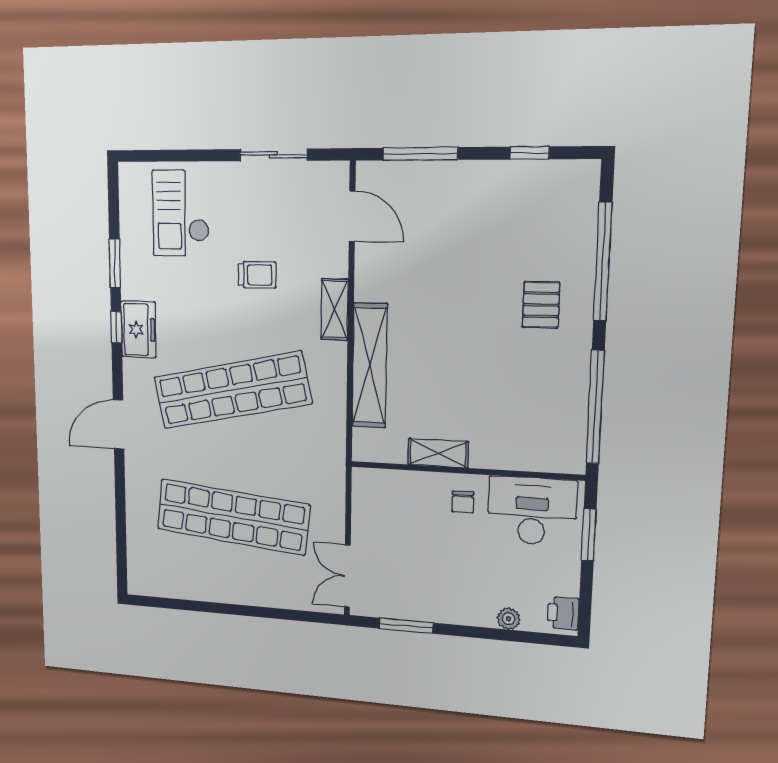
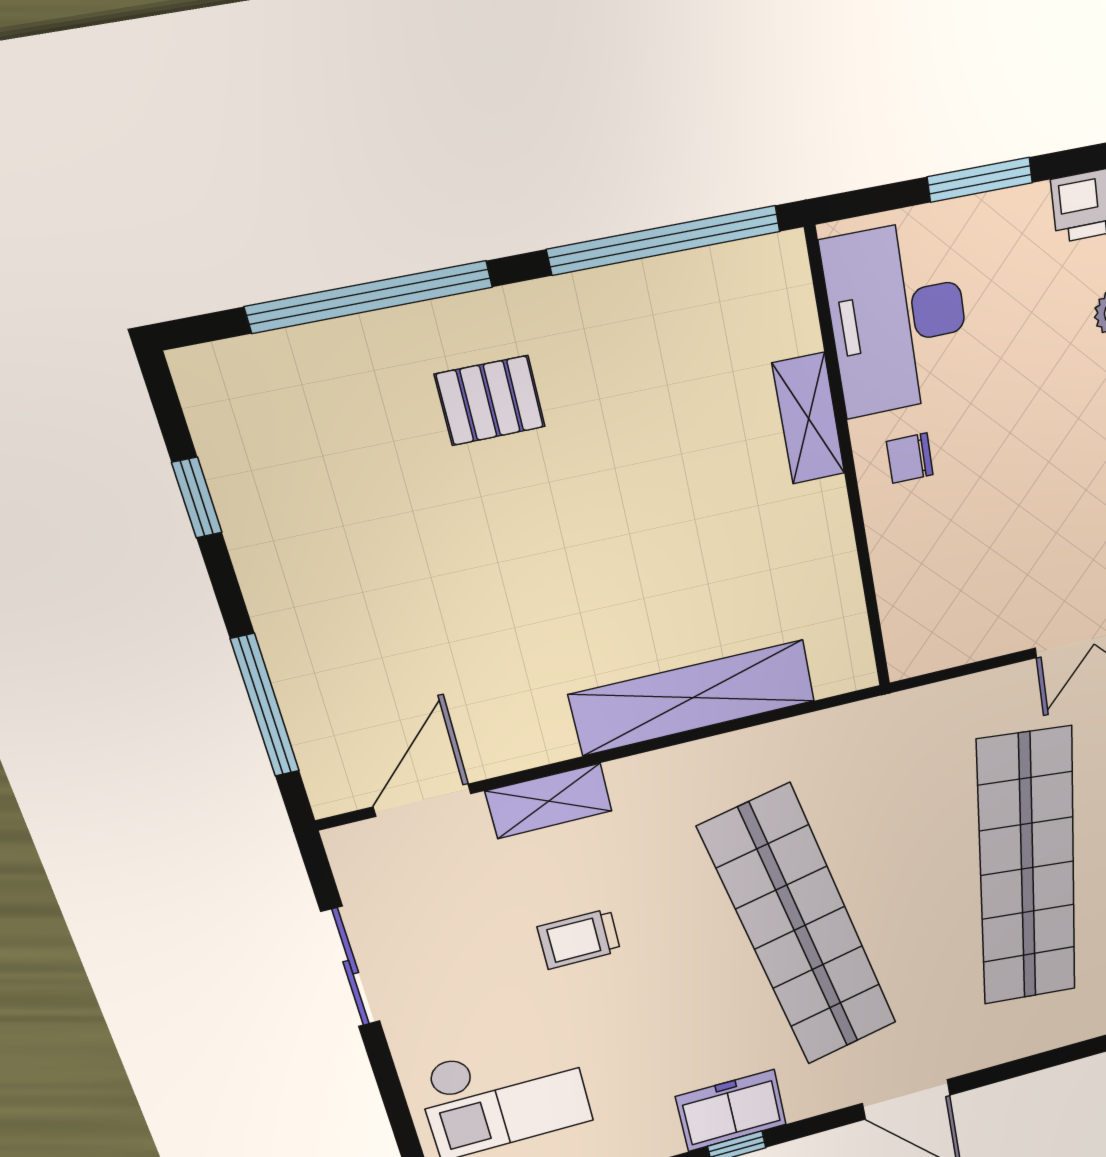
trolley: (257, 275) -> (579, 939), turned -90
shelving: (335, 309) -> (549, 801), moved
shelving: (438, 453) -> (809, 419), moved
chair: (463, 502) -> (910, 458), turned 180
window: (589, 535) -> (980, 180), moved

